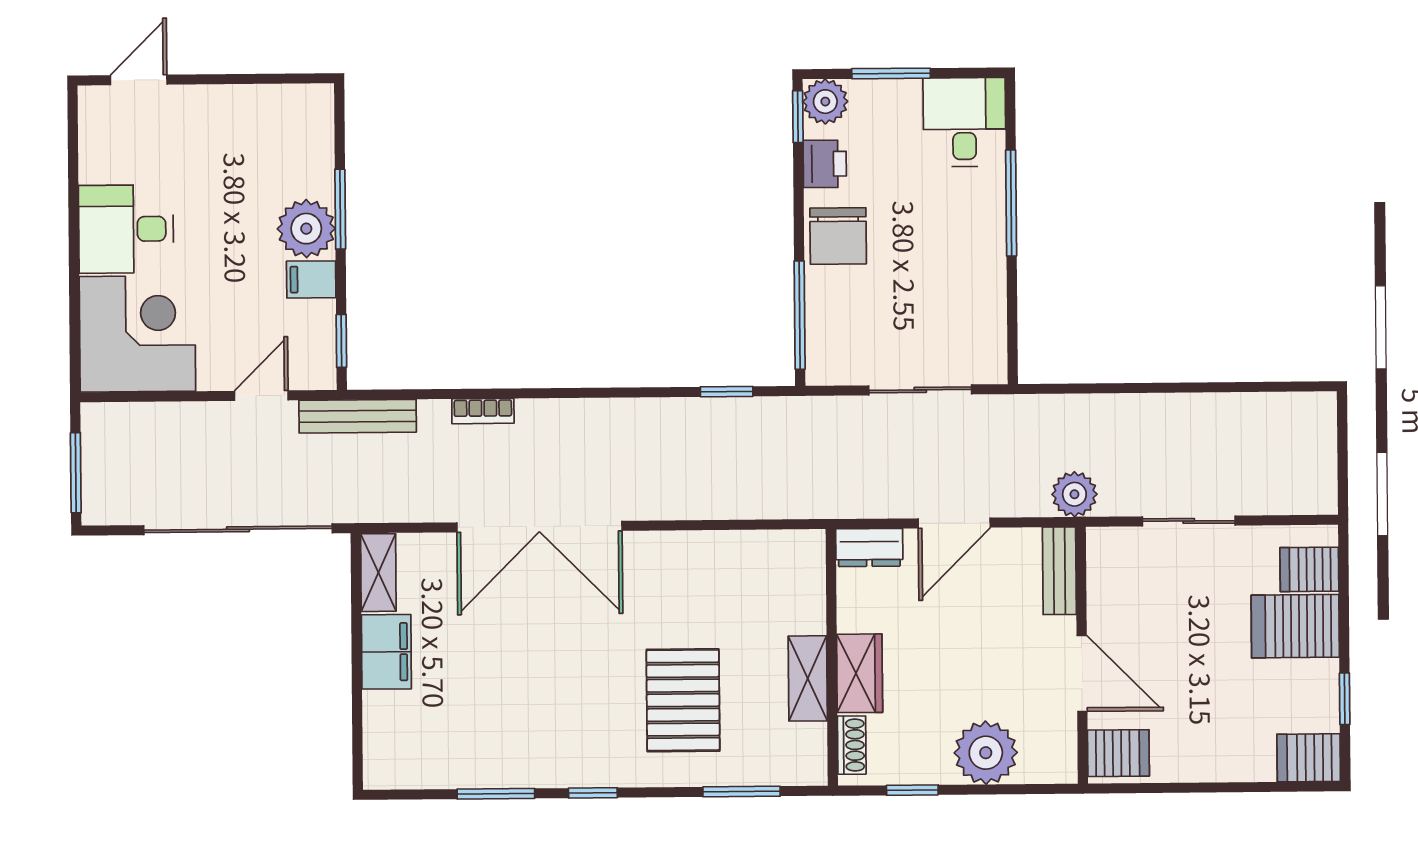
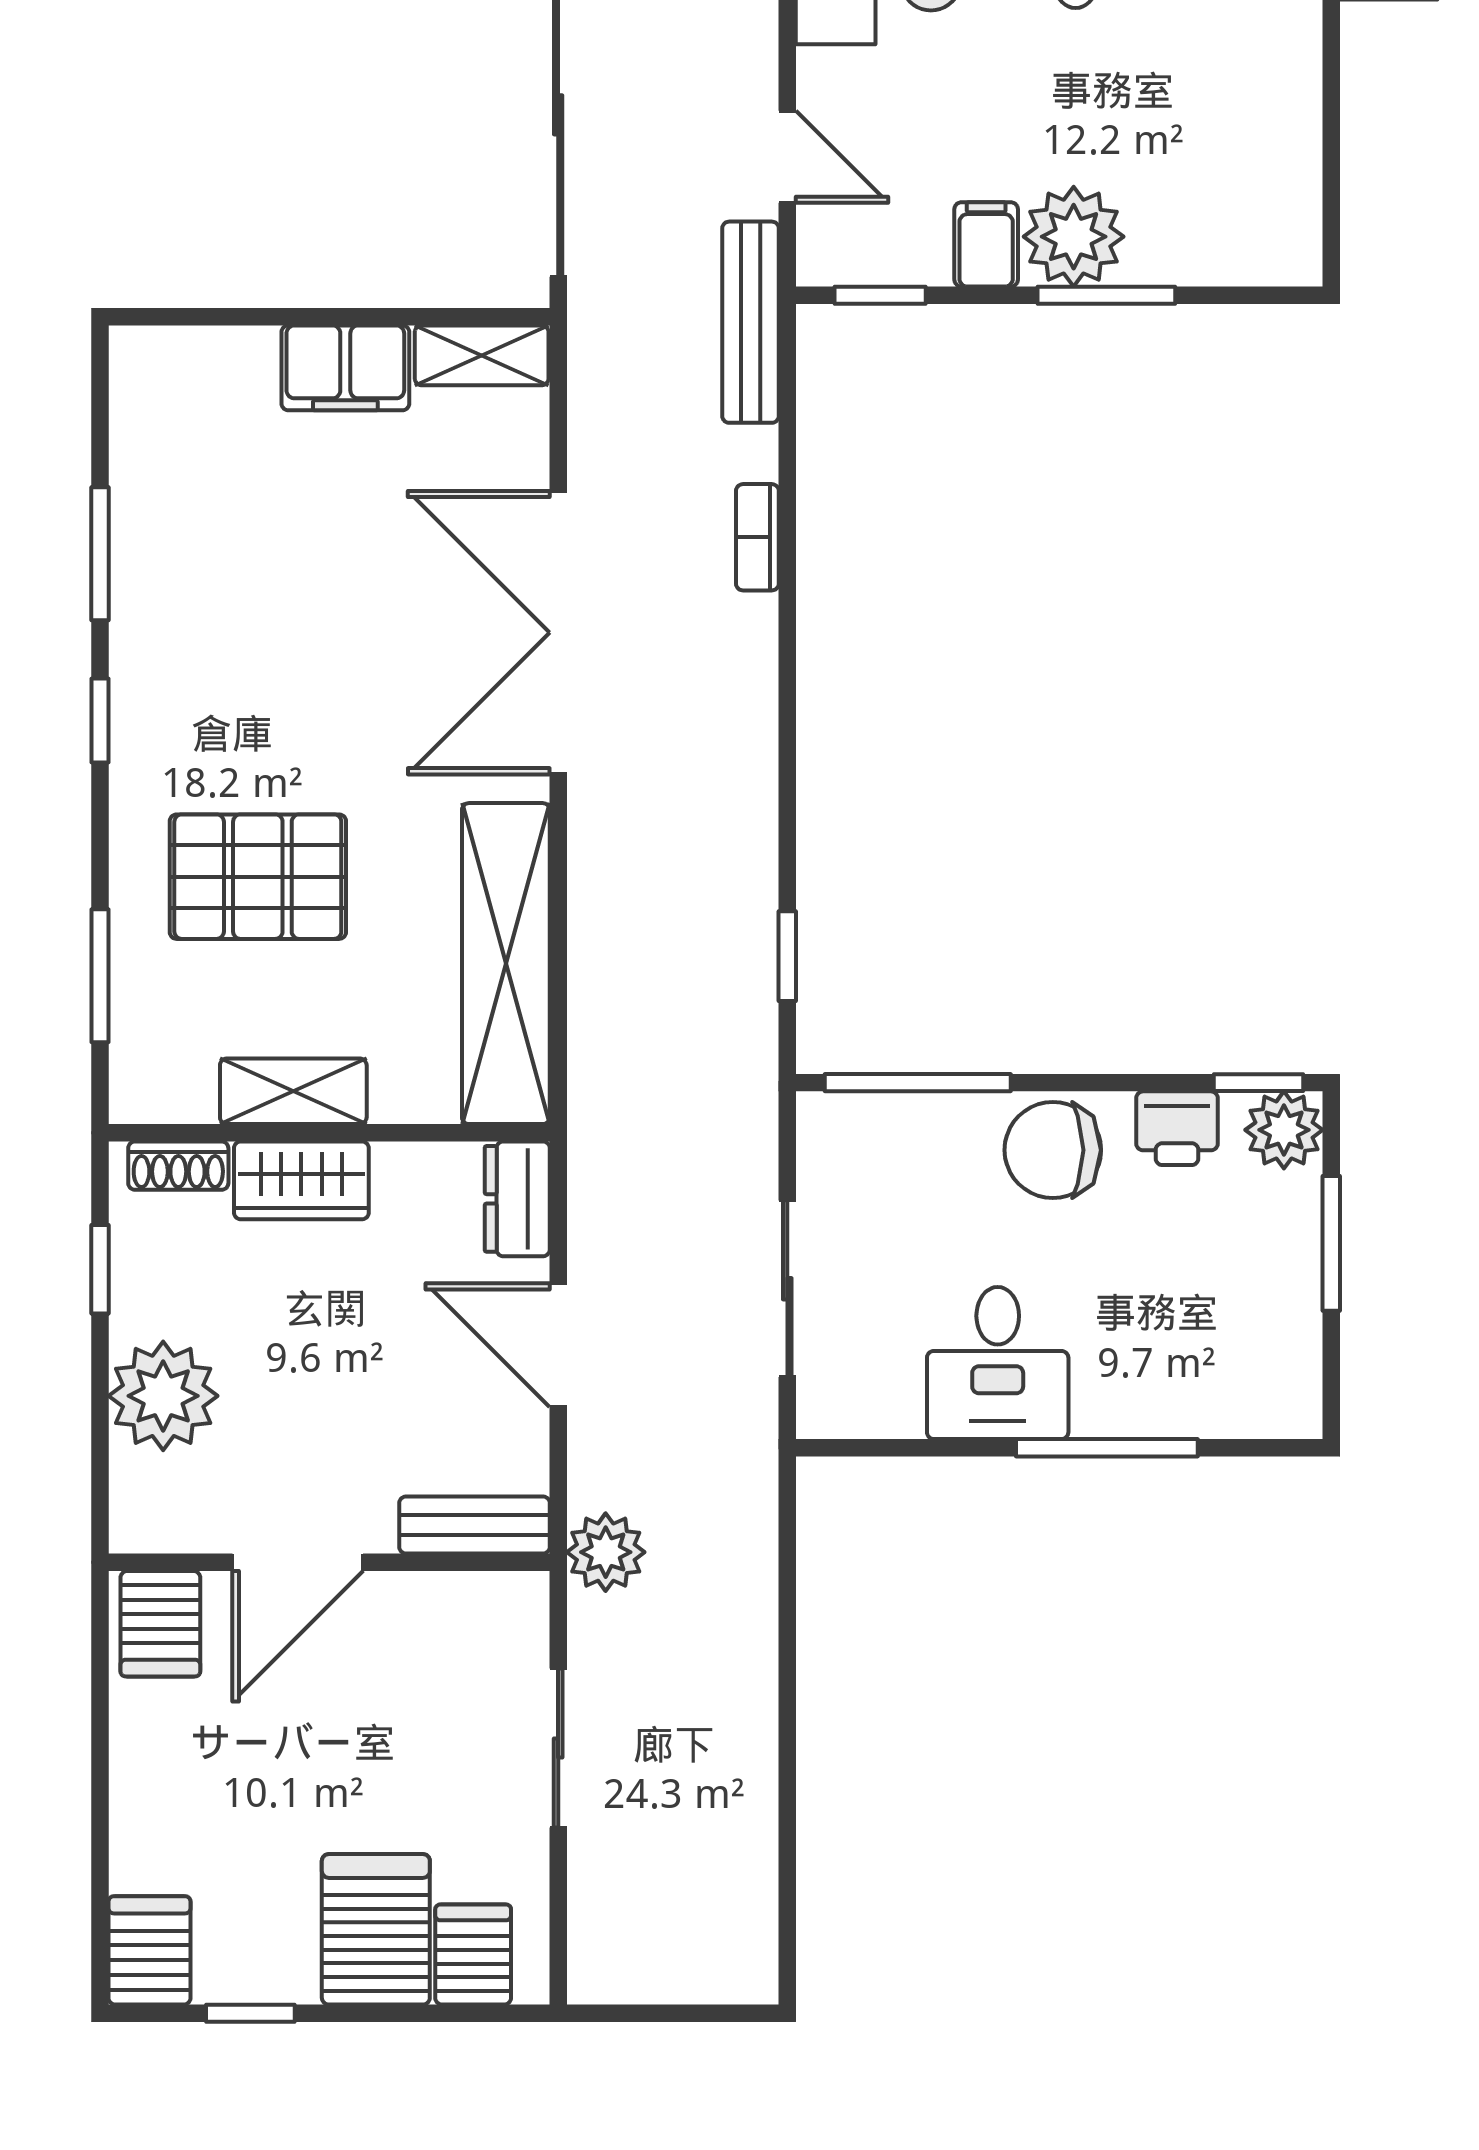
desk: (964, 122) -> (998, 1363), moved, turned 90
shelving: (732, 555) -> (506, 964), added

